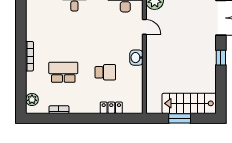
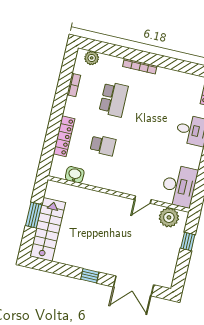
washbasin: (136, 58) -> (75, 175), moved
school desk: (105, 72) -> (103, 145), turned -90
locker: (111, 108) -> (64, 136), width x1.53

